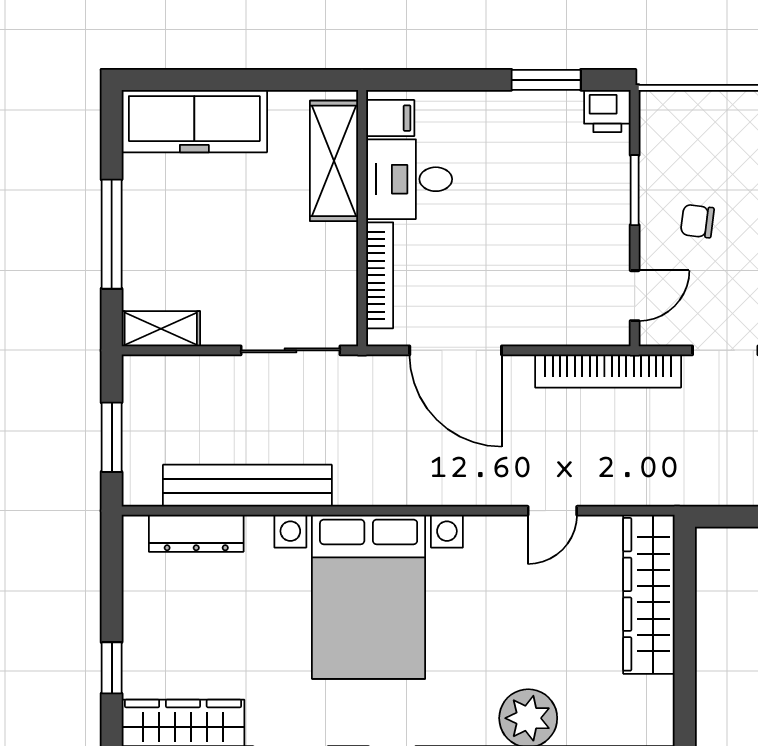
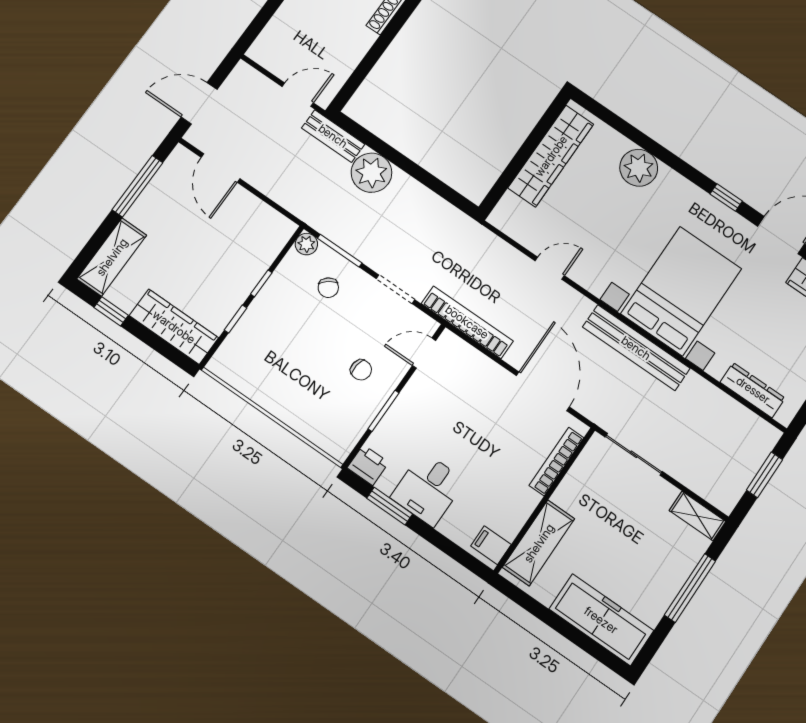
desk: (409, 179) -> (428, 489), moved, turned 90
bench: (247, 486) -> (636, 348), moved
wardrobe: (649, 594) -> (551, 156), moved

